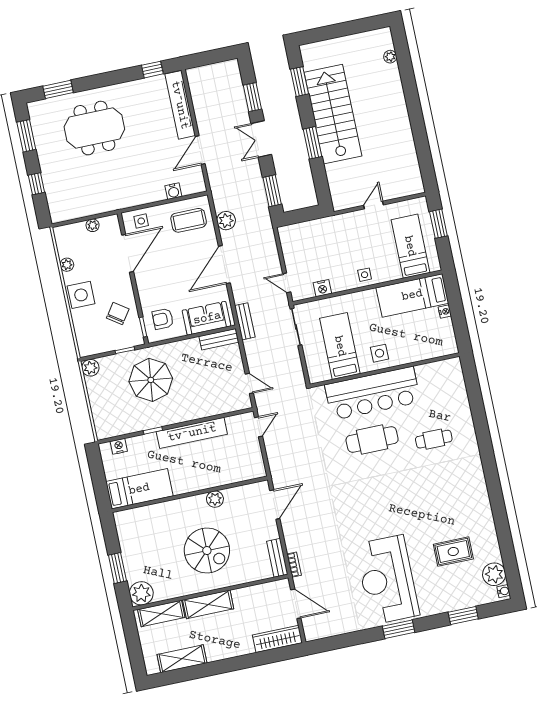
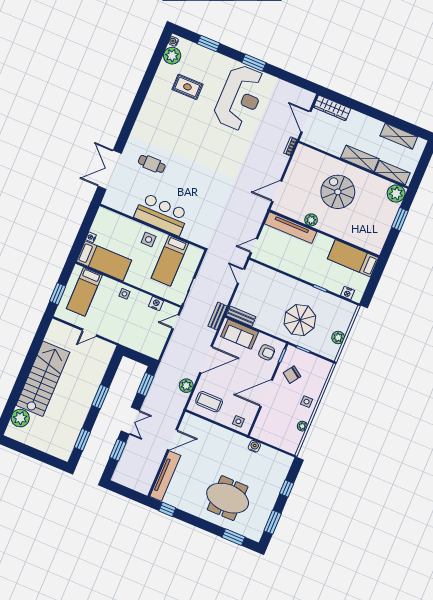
plant: (390, 57) -> (20, 418), width x1.87, depth x1.87
stairs: (333, 114) -> (43, 379), moved, turned 180
water cooler: (173, 191) -> (254, 446), moved
plant: (93, 225) -> (270, 439), removed
door: (128, 253) -> (266, 393), moved
door: (287, 283) -> (176, 322), swing flipped
side table: (81, 295) -> (307, 402), width x0.54, depth x0.54
plant: (90, 368) -> (338, 338), moved
bar counter: (373, 393) -> (162, 214), width x0.73
double door: (476, 400) -> (110, 170), added
tv unit: (192, 433) -> (291, 228), moved, turned 180
cafe table: (372, 439) -> (190, 190), removed
bench: (277, 558) -> (298, 158), removed

